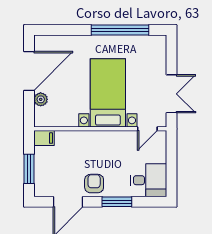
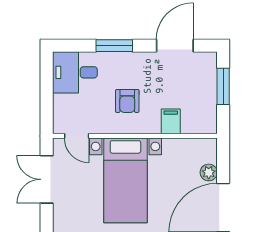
door: (147, 129) -> (77, 136), swing flipped
filing cabinet: (44, 138) -> (171, 121), moved, turned 90
armchair: (94, 184) -> (127, 101), moved

